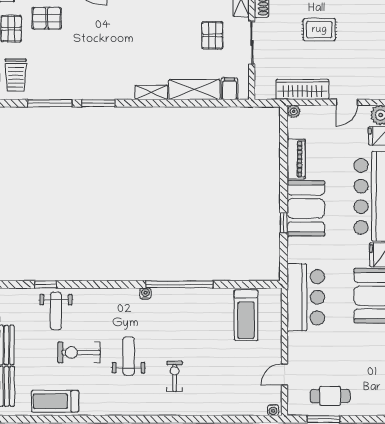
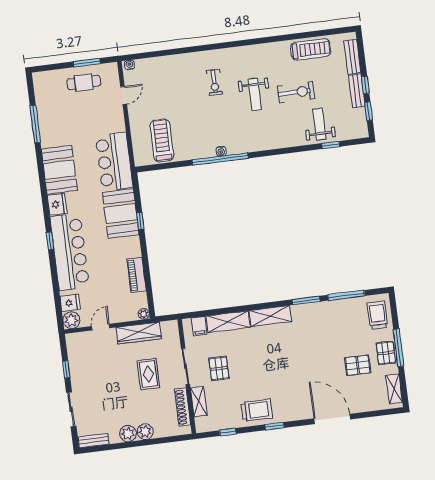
rug: (319, 30) -> (148, 374), moved, turned 90
shelving: (151, 92) -> (270, 316), width x1.50, depth x1.33
booth: (306, 208) -> (121, 214), moved
water cooler: (145, 294) -> (221, 151), moved

